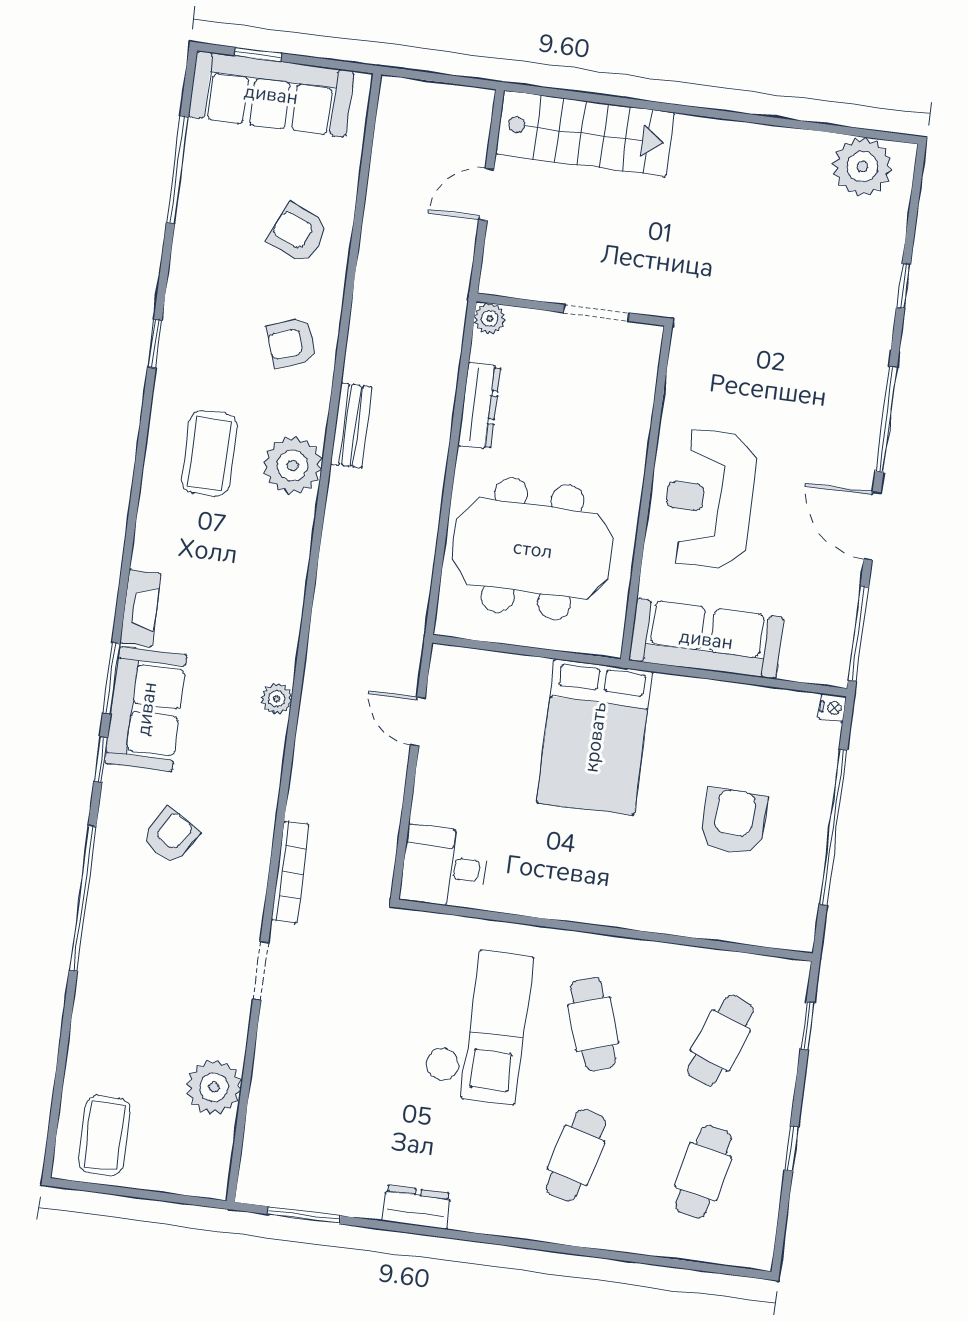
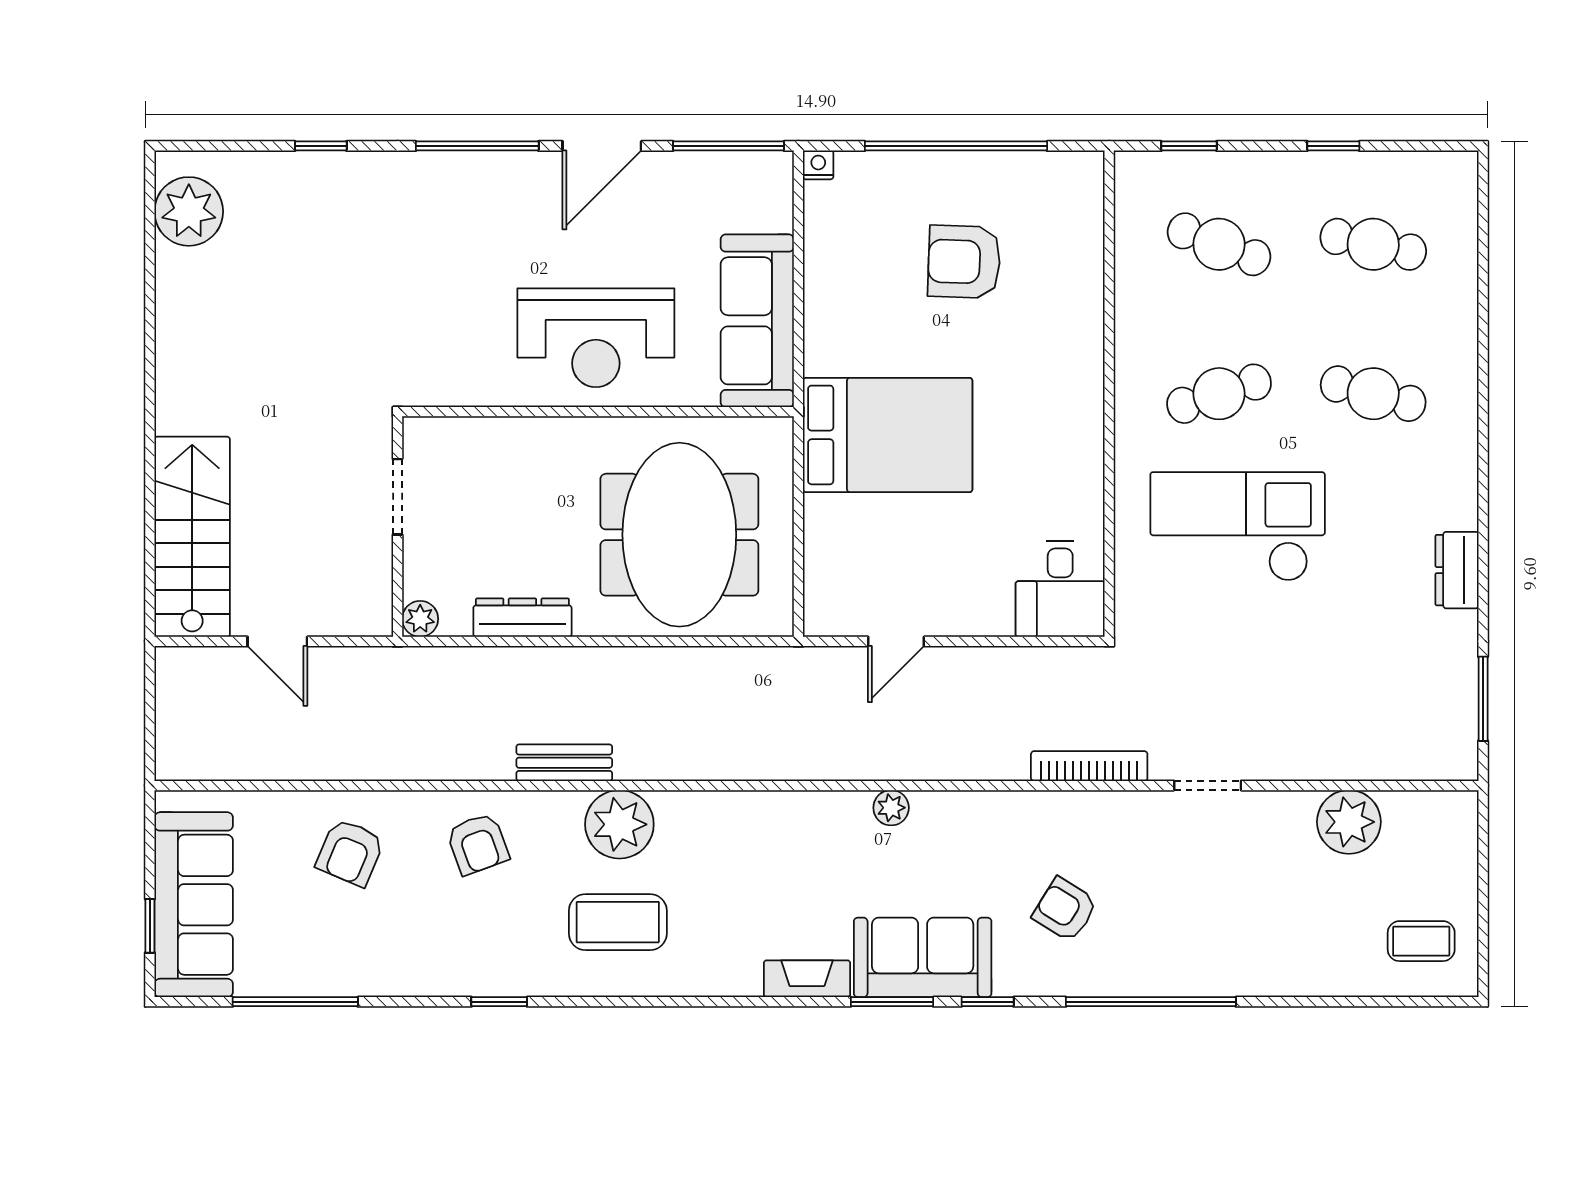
coffee table: (104, 1136) -> (1421, 941), width x0.73, depth x0.77

